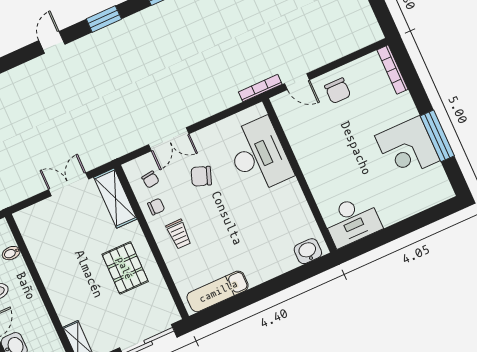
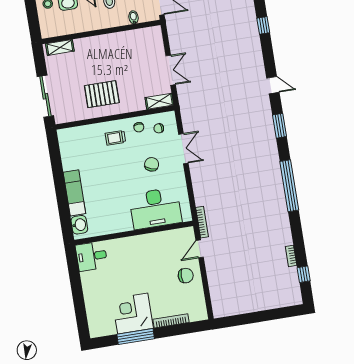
bookcase: (392, 70) -> (171, 321), moved
chair: (338, 91) -> (186, 276), turned 180
double door: (169, 139) -> (183, 149), swing flipped
shelving: (115, 198) -> (159, 101), width x0.67, depth x0.75
desk: (352, 221) -> (91, 256), width x0.73
exam couch: (218, 291) -> (74, 193), moved

